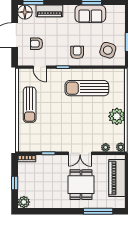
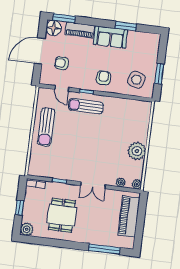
sofa: (90, 14) -> (110, 37), moved
sun lounger: (87, 88) -> (86, 106), moved, width x0.73, depth x0.75
dining table: (81, 185) -> (62, 215), moved

